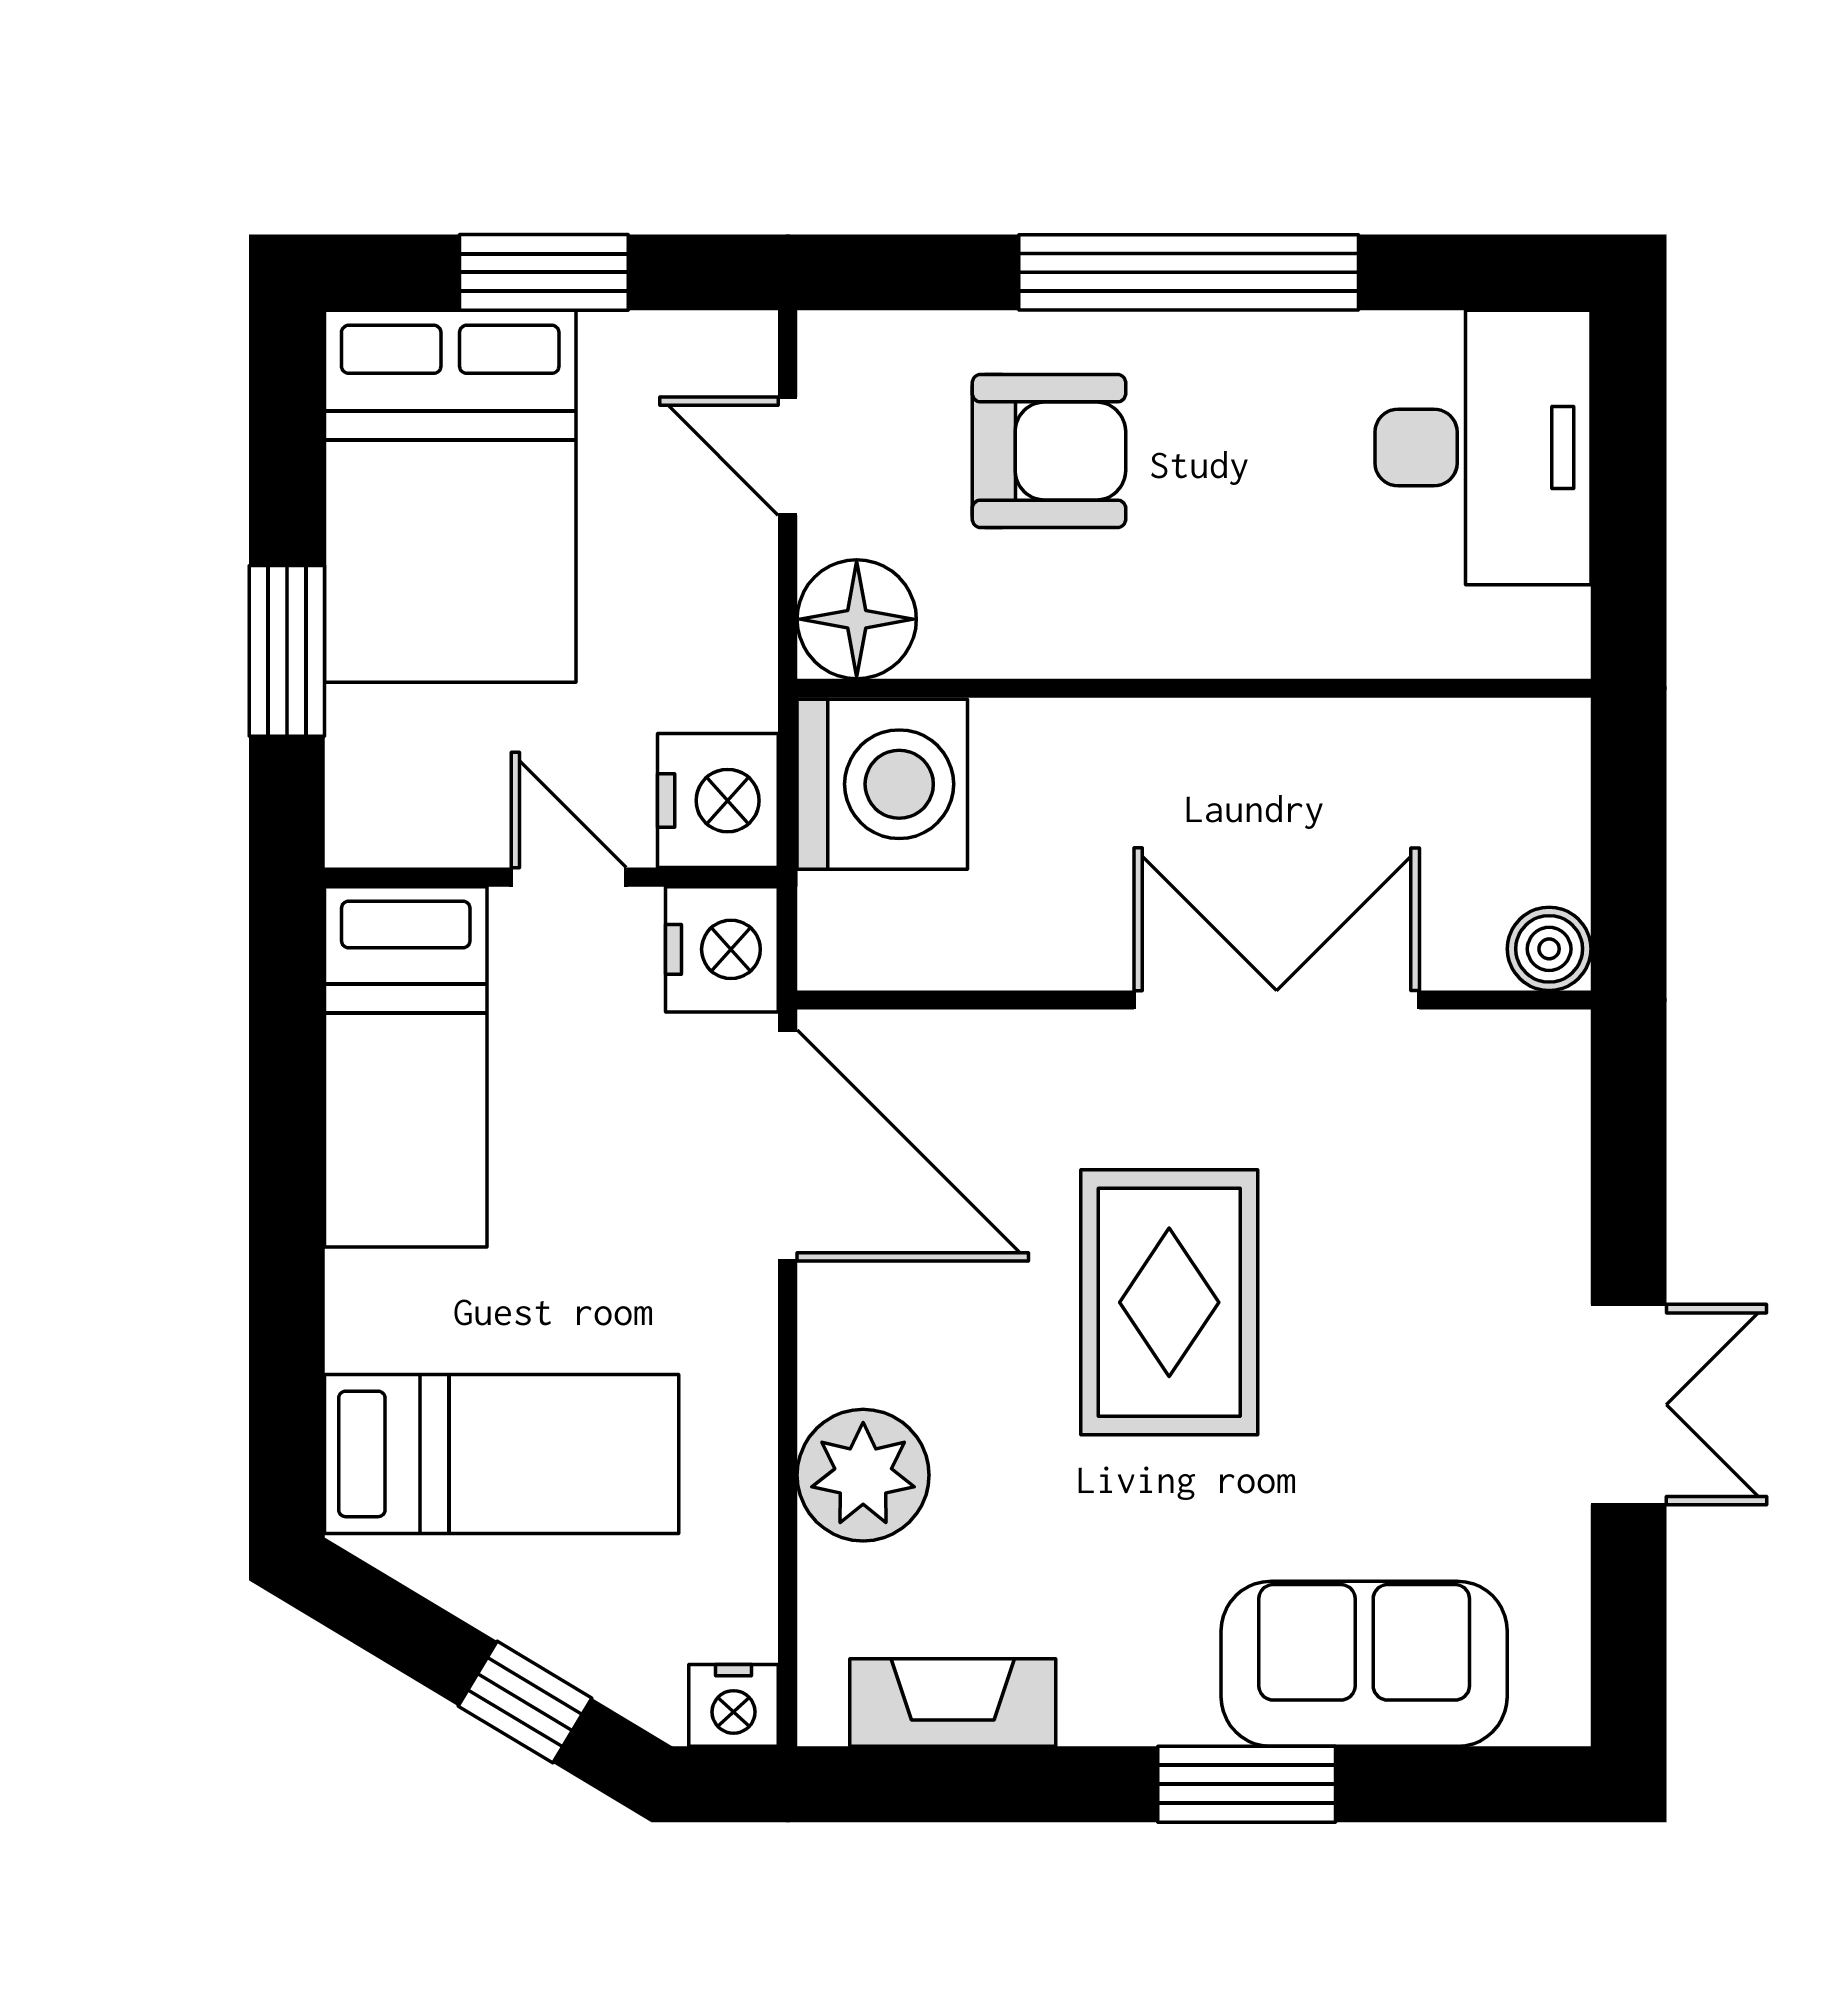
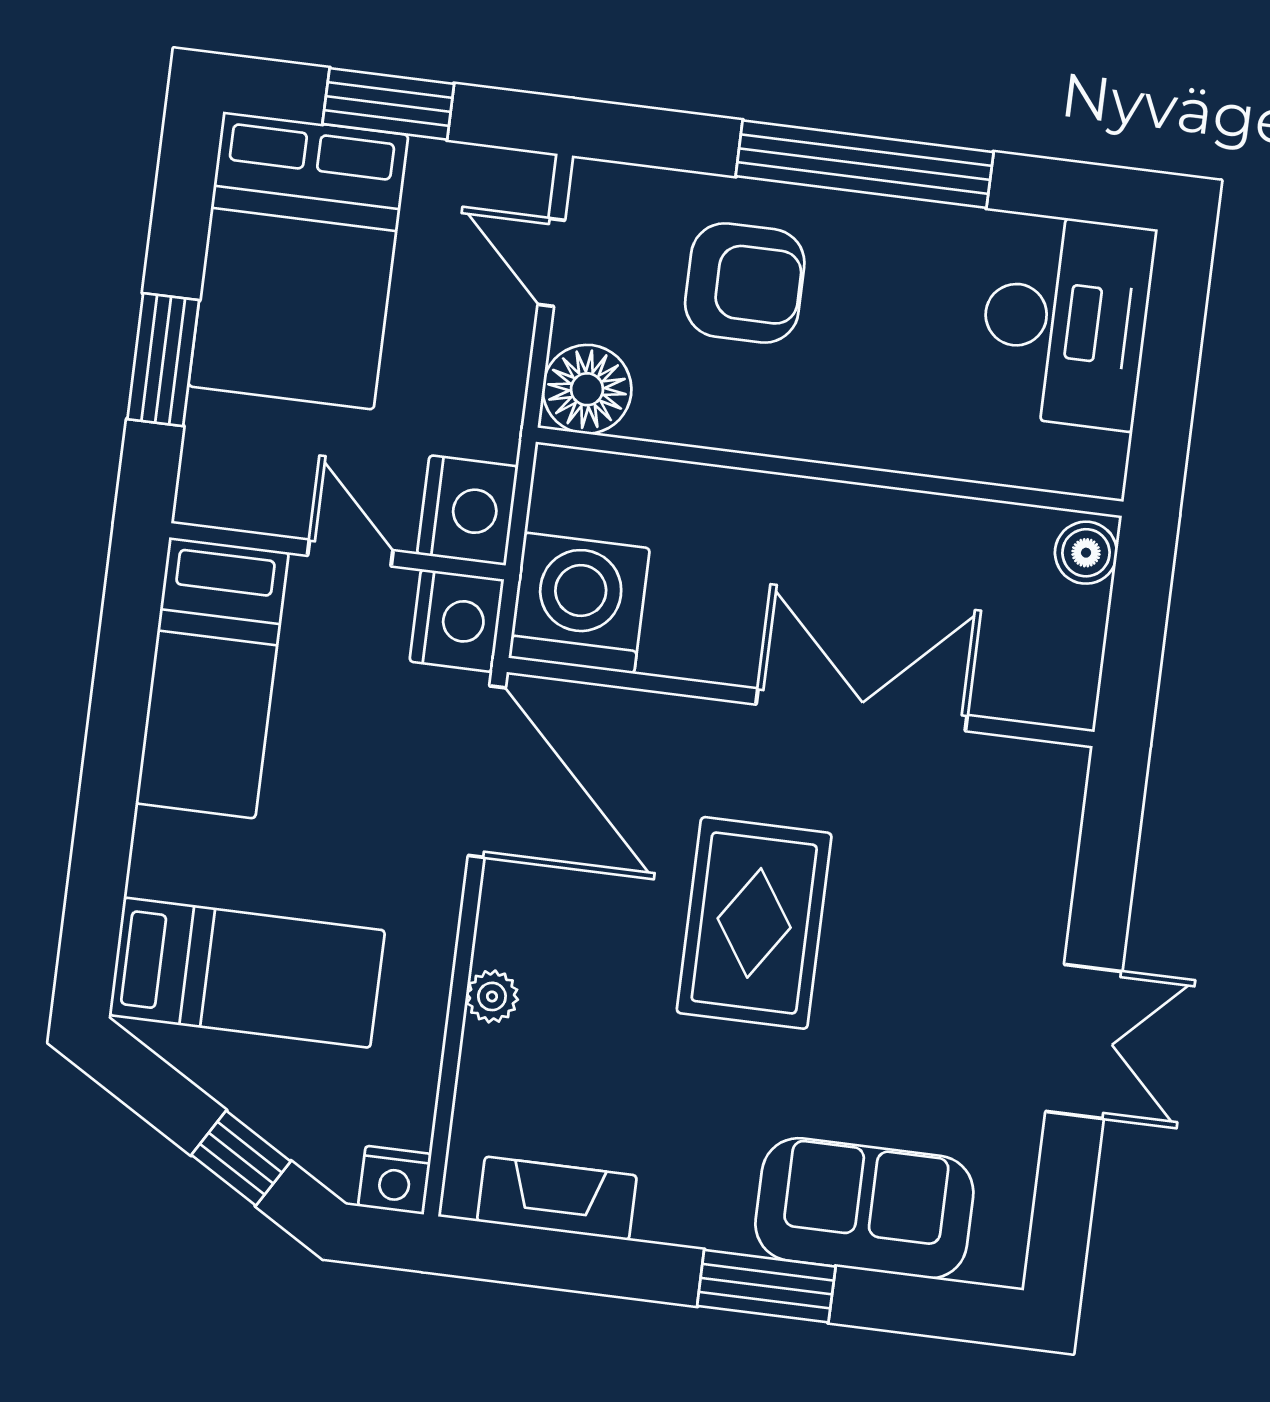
washing machine: (882, 784) -> (579, 603), moved, turned -90
boiler: (1549, 949) -> (1086, 553), moved
plant: (863, 1475) -> (492, 996), width x0.53, depth x0.53

